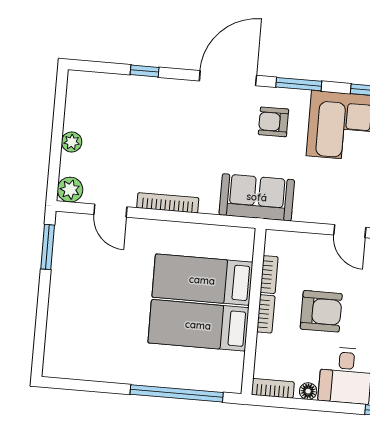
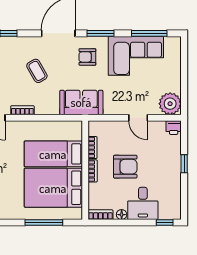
coffee table: (187, 138) -> (37, 71), added
bookcase: (168, 203) -> (22, 110), width x0.64
bed: (198, 325) -> (53, 188), width x1.50
window: (177, 393) -> (44, 223), width x0.68

